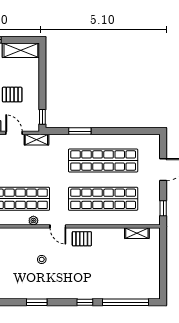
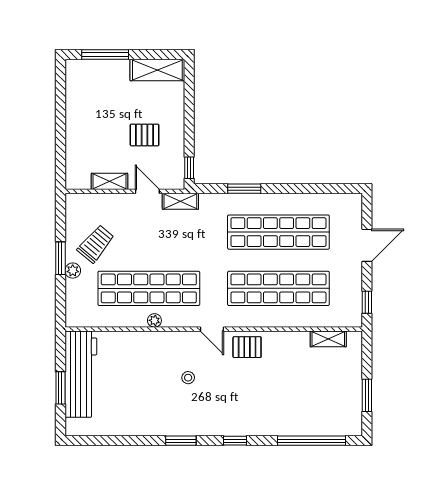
plant: (33, 221) -> (154, 320), moved
window: (163, 271) -> (367, 395), added
window: (85, 302) -> (235, 441), moved

